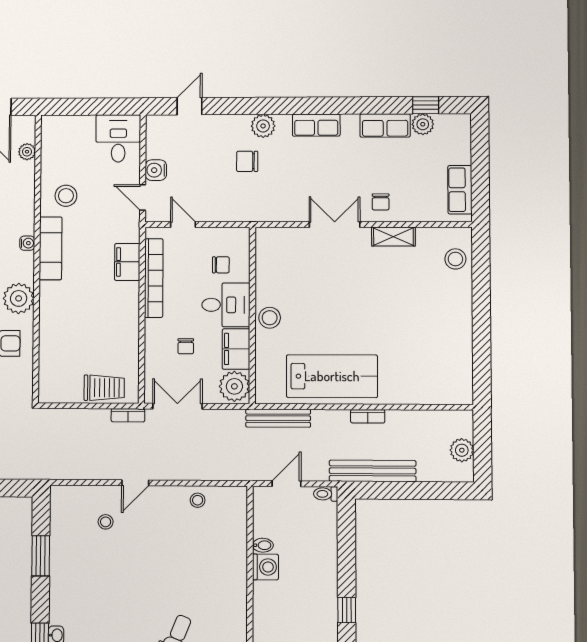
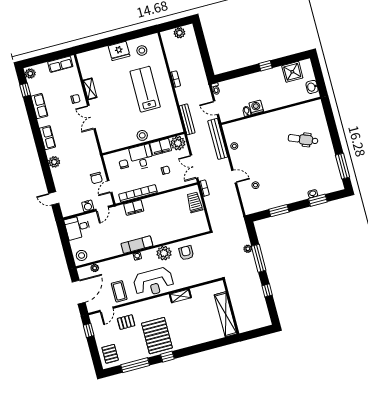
plant: (423, 124) -> (30, 73), moved
chair: (247, 161) -> (96, 178), moved
stool: (66, 196) -> (82, 255), moved
stool: (455, 259) -> (142, 51), moved
fridge: (456, 316) -> (119, 51), added
lab bench: (332, 376) -> (145, 89), moved
bench: (373, 471) -> (218, 139), moved

